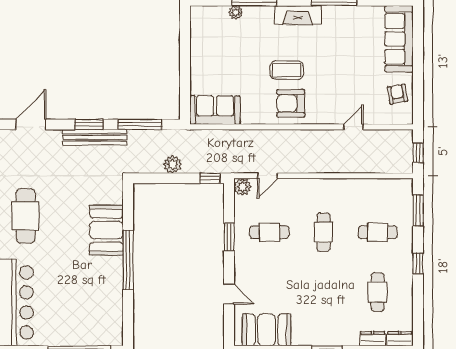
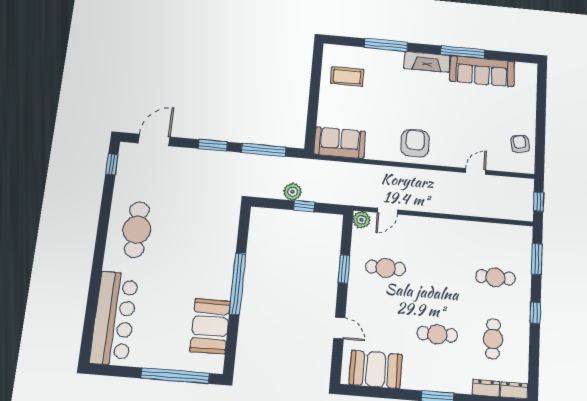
plant: (236, 12) -> (367, 54), removed
sofa: (399, 39) -> (482, 71), moved, turned -90
coffee table: (287, 70) -> (347, 76), moved
armchair: (291, 103) -> (415, 143), turned 90
bench: (95, 137) -> (217, 158), removed
window: (210, 178) -> (304, 206), moved
booth: (106, 230) -> (210, 326), moved
cafe table: (324, 232) -> (437, 334), moved, turned 90

